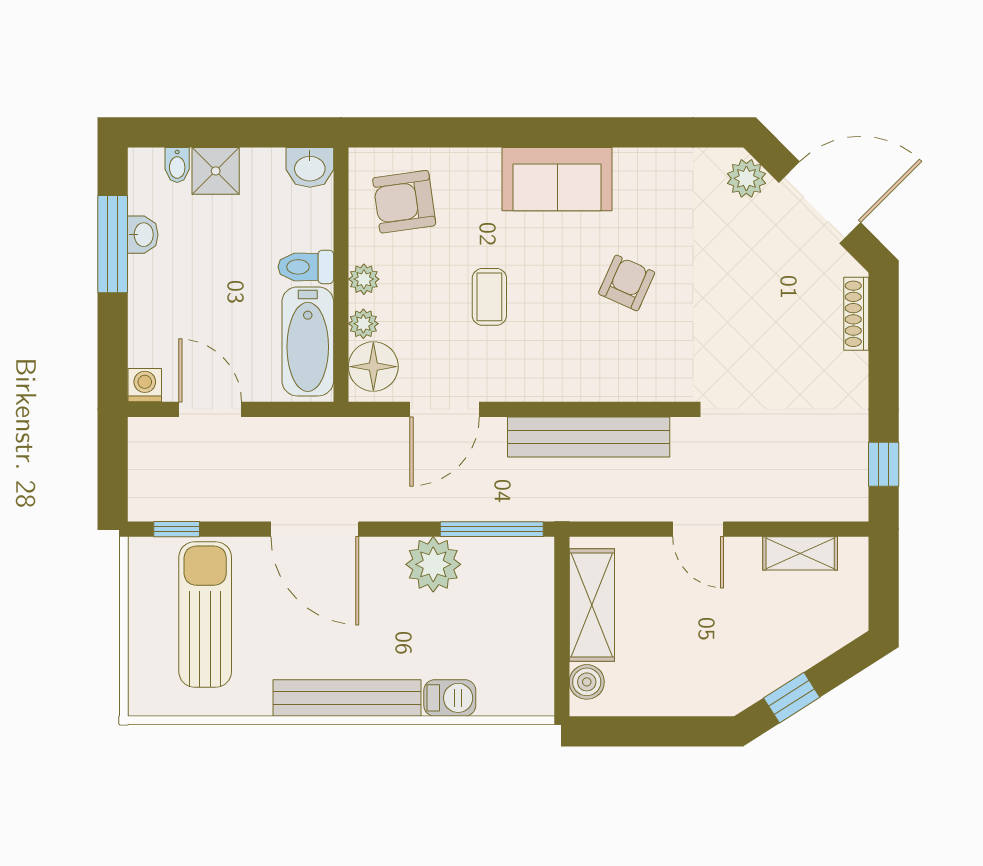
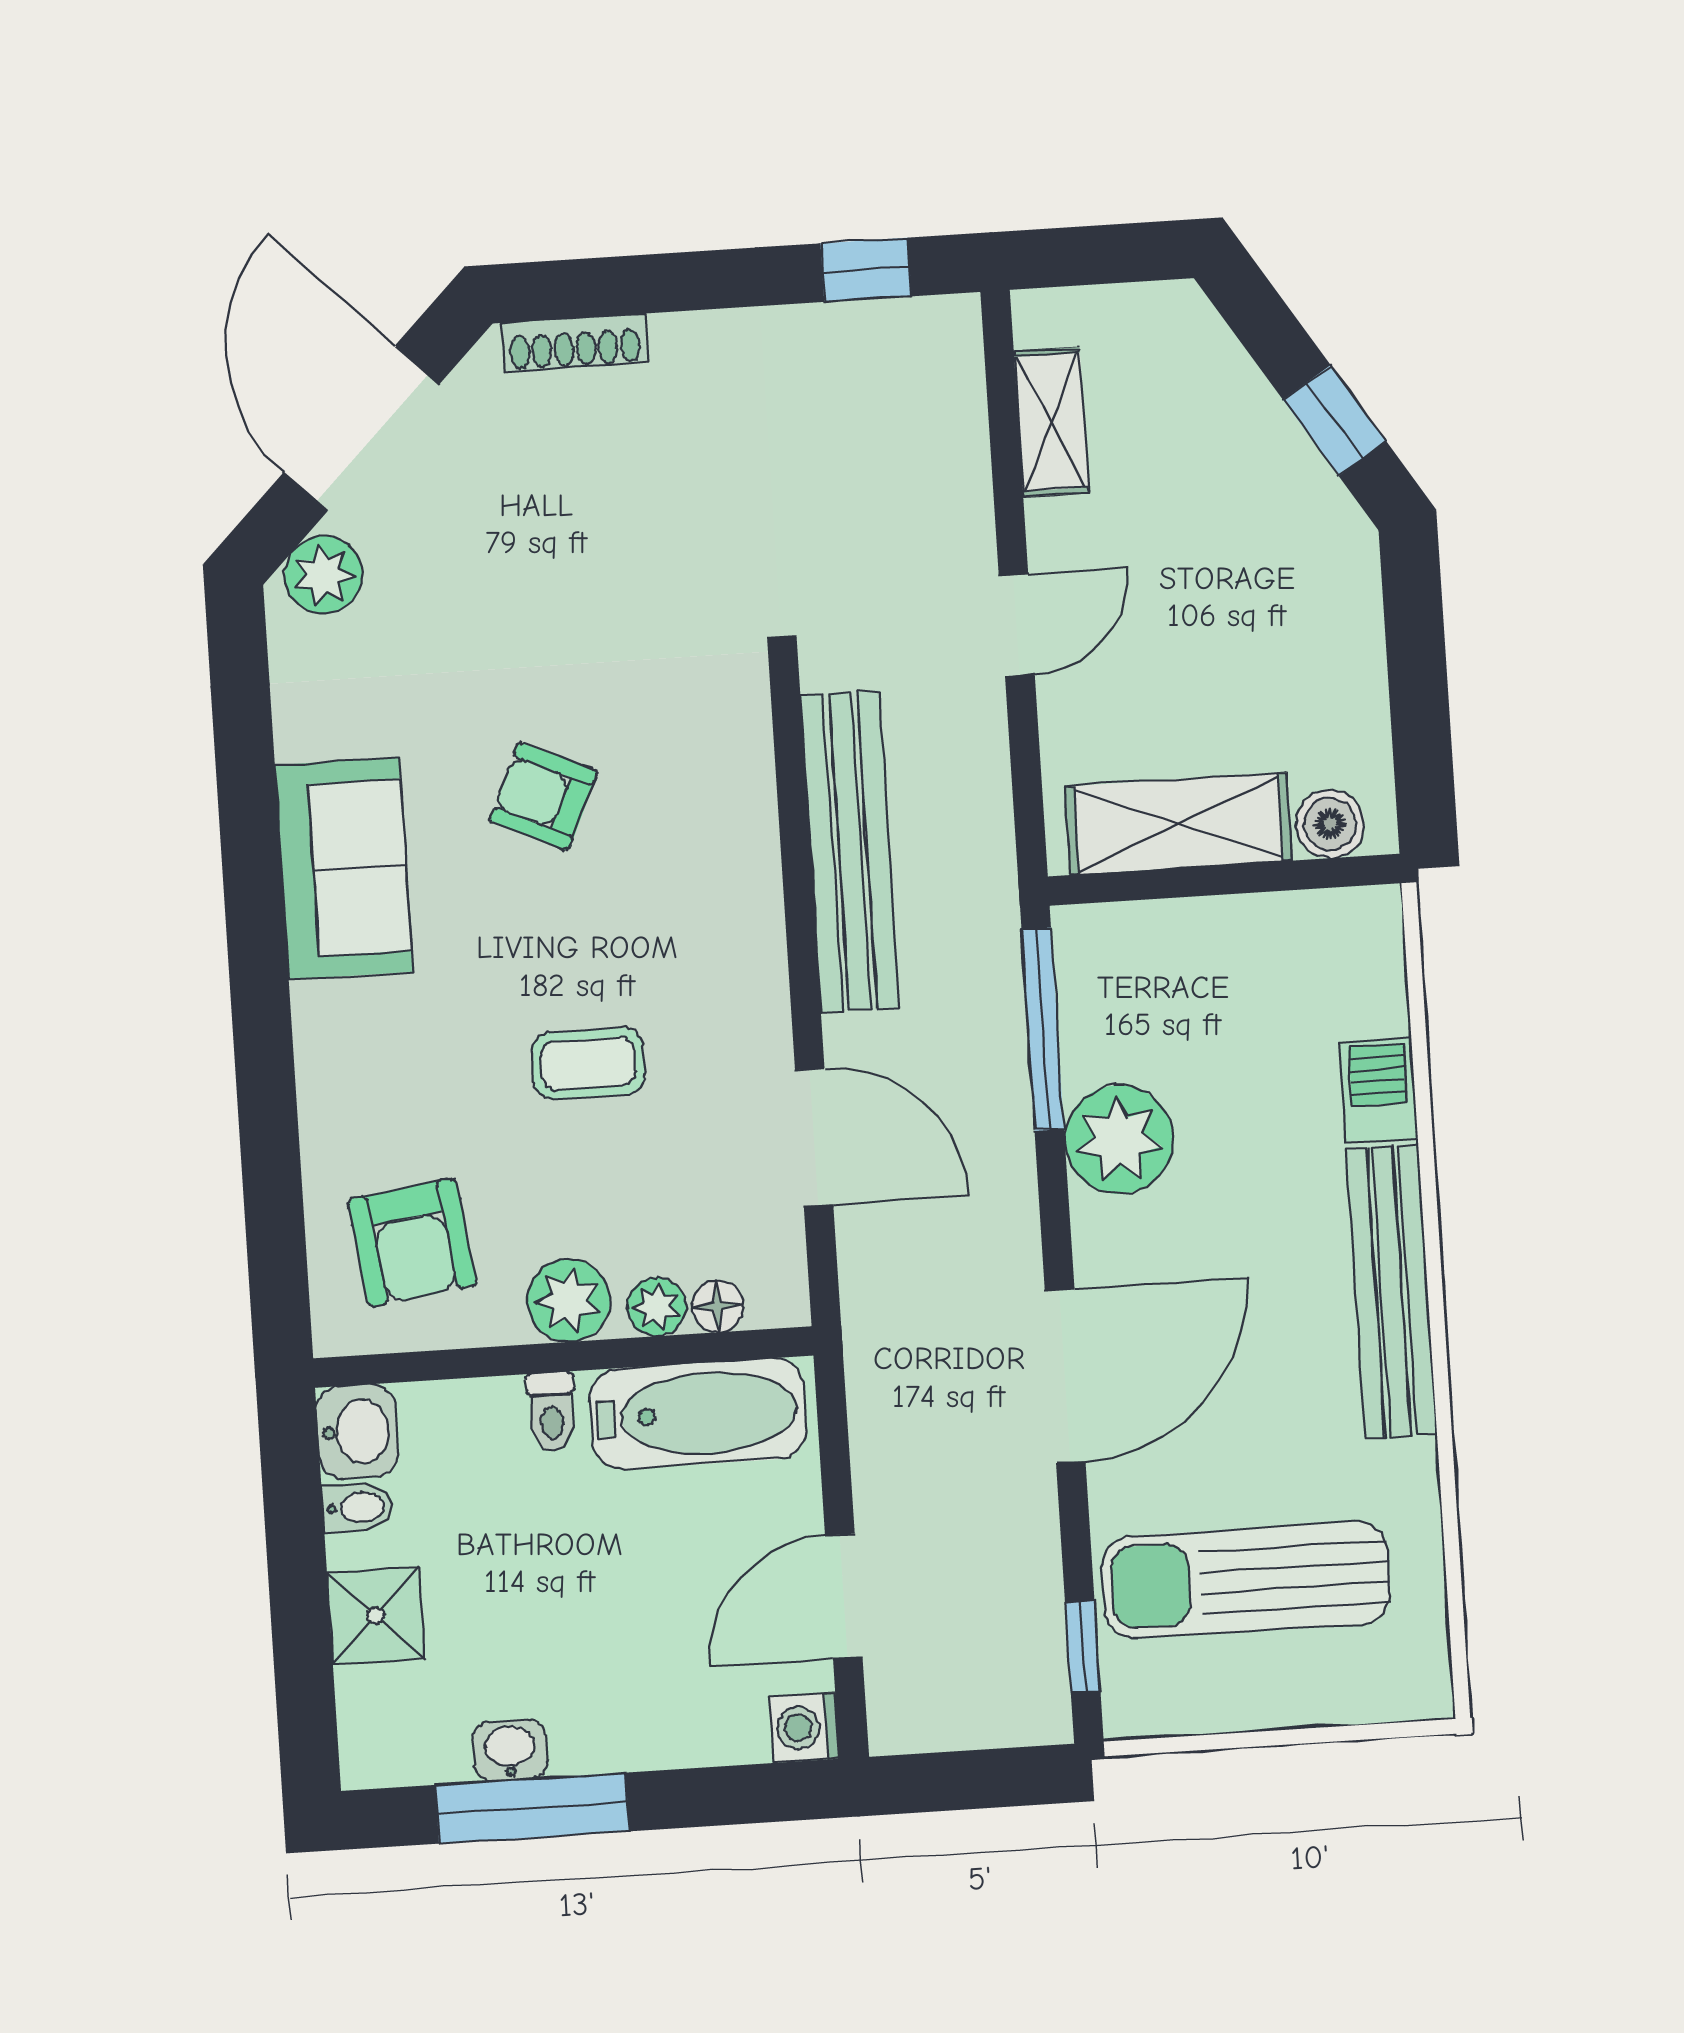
bidet: (177, 165) -> (357, 1508), moved
sofa: (557, 179) -> (344, 869), moved
toilet: (306, 267) -> (552, 1412), width x0.73, depth x0.72
plant: (364, 279) -> (569, 1300), width x1.38, depth x1.38
floor lamp: (373, 367) -> (718, 1306), width x0.53, depth x0.53

